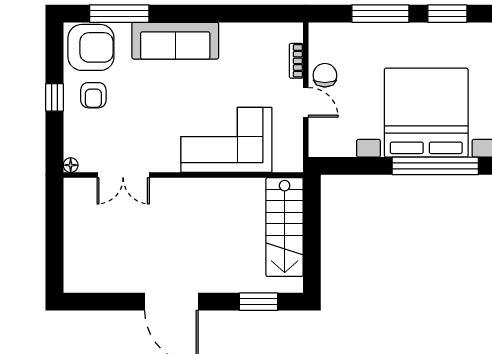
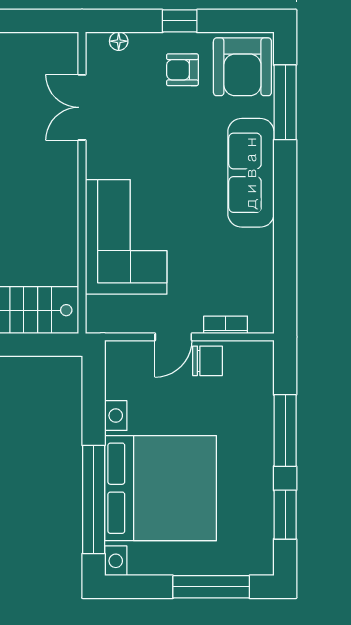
floor lamp: (71, 165) -> (119, 41), moved

